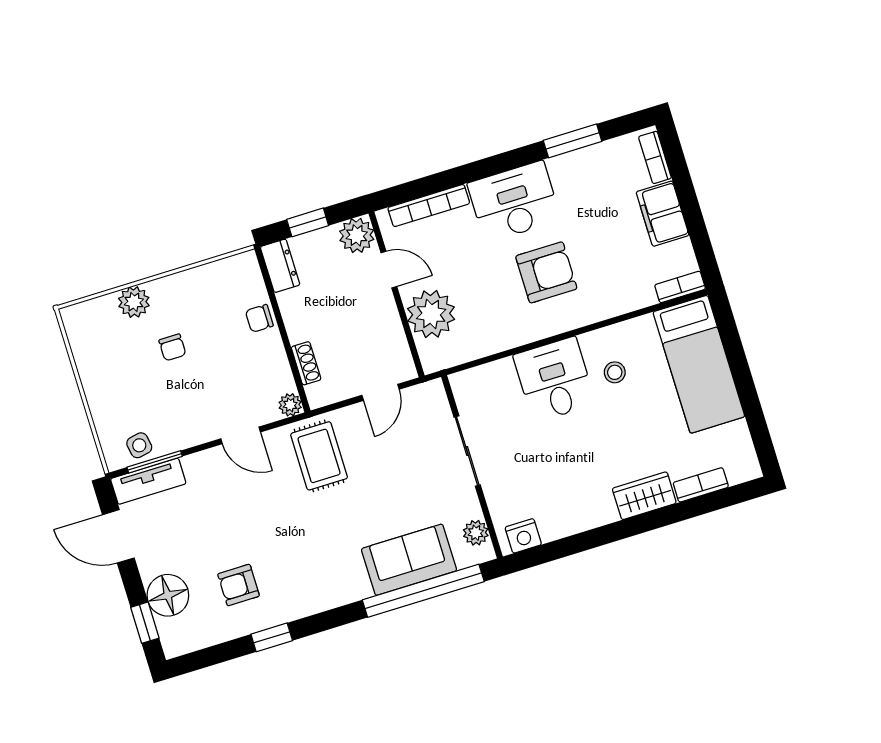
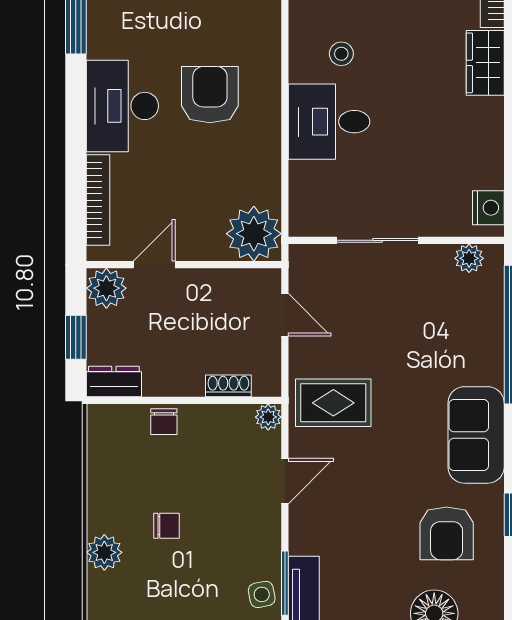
plant: (431, 314) -> (254, 234), moved
sofa: (409, 560) -> (476, 435), moved
armchair: (239, 585) -> (447, 533), width x1.38, depth x1.38

